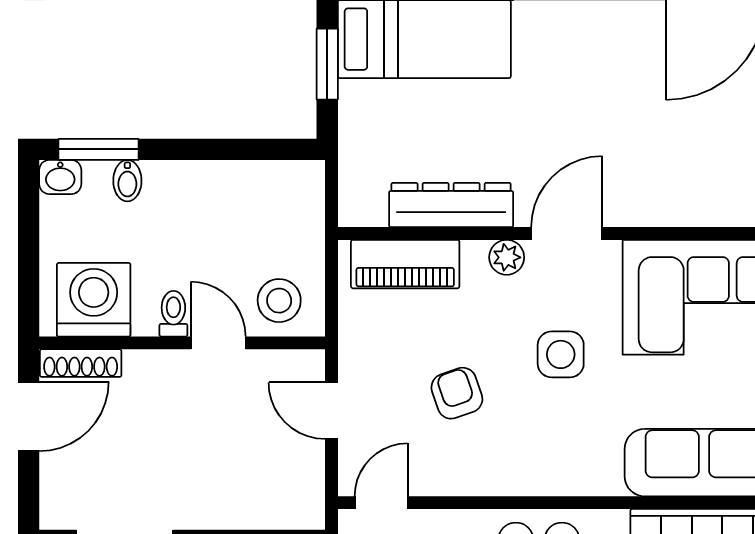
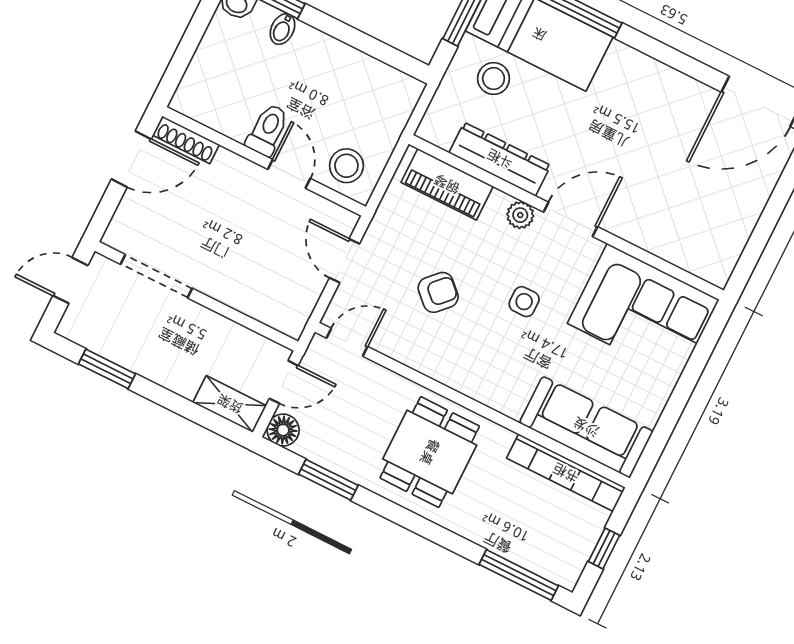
stool: (398, 116) -> (494, 79), added
washing machine: (94, 300) -> (217, 100), removed
toilet: (173, 314) -> (268, 130), width x1.37, depth x1.39
side table: (561, 354) -> (524, 302), width x0.73, depth x0.73
armchair: (457, 393) -> (438, 292), turned 63

